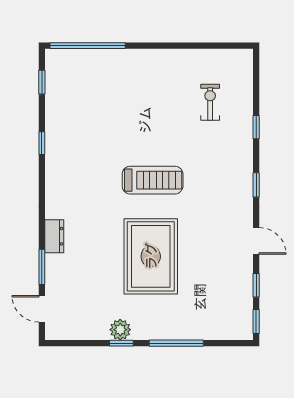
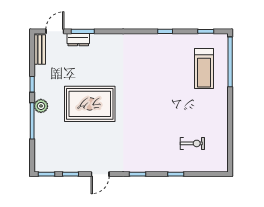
treadmill: (153, 180) -> (204, 69), moved
dresser: (54, 236) -> (78, 40), moved
plant: (120, 330) -> (41, 106), moved
bench: (69, 332) -> (40, 50), added

